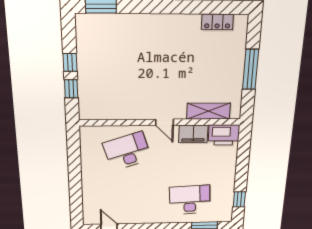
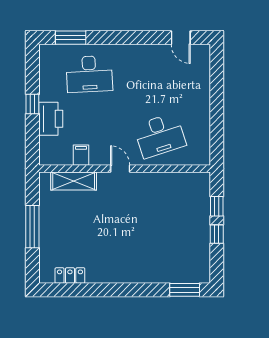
filing cabinet: (193, 134) -> (81, 155), width x0.50
printer: (224, 135) -> (51, 119), moved, turned 90
window: (239, 199) -> (32, 104), moved

